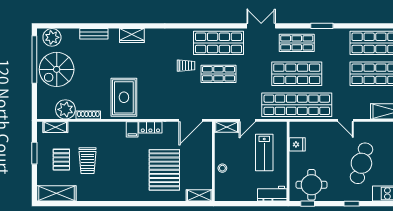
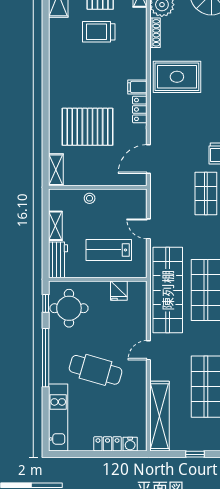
door: (191, 120) -> (148, 159), hinge flipped
shelving: (227, 127) -> (55, 226), moved
window: (352, 204) -> (46, 358), width x3.17

